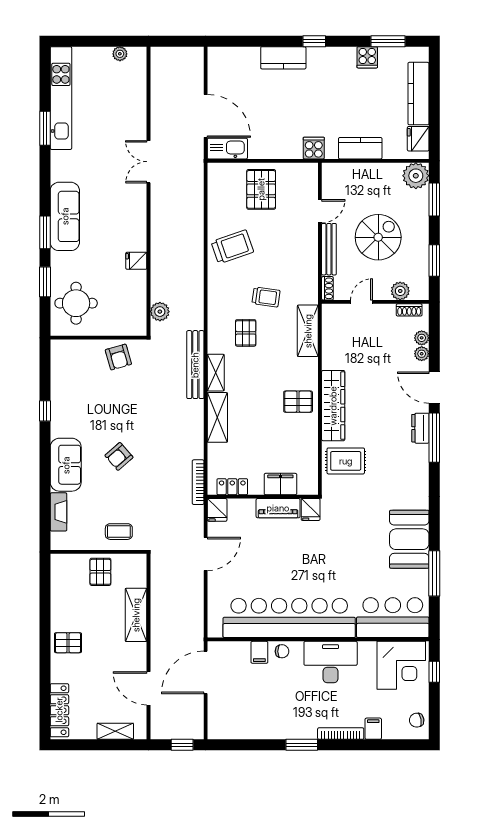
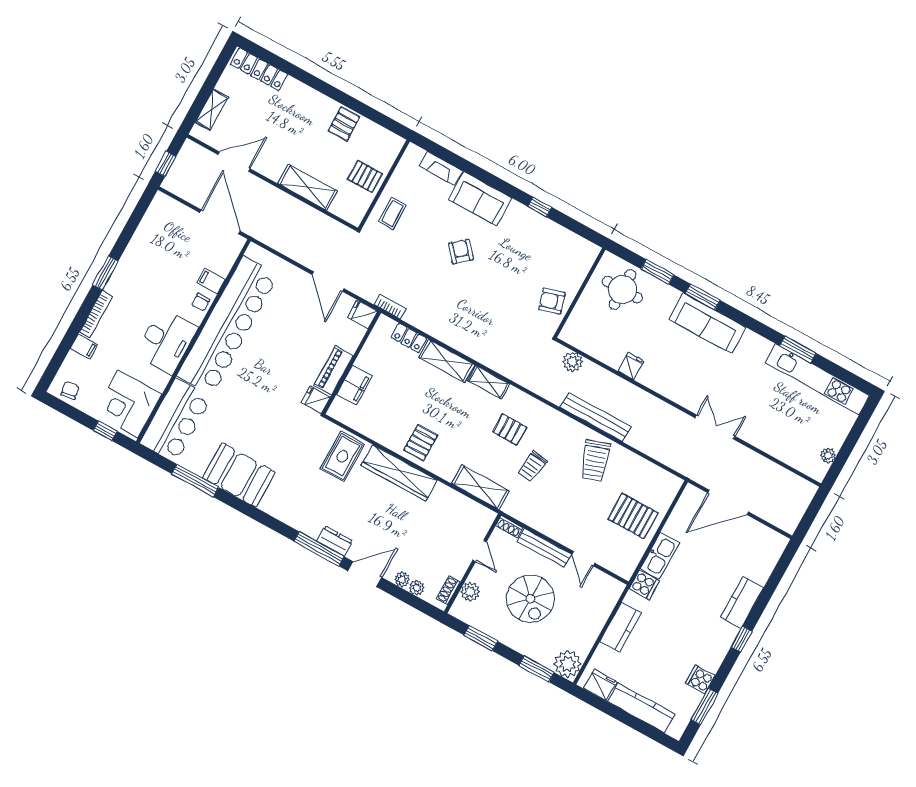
kitchen sink: (227, 149) -> (660, 556), moved
bench: (195, 365) -> (596, 417), moved
bookcase: (198, 482) -> (390, 307), width x0.64
locker: (232, 487) -> (409, 338), moved, turned 90
pallet: (68, 643) -> (344, 124), moved

